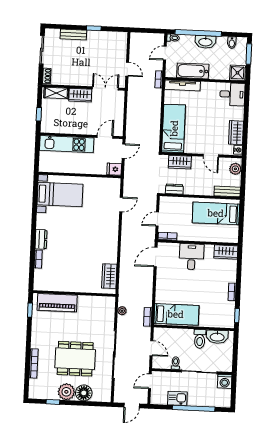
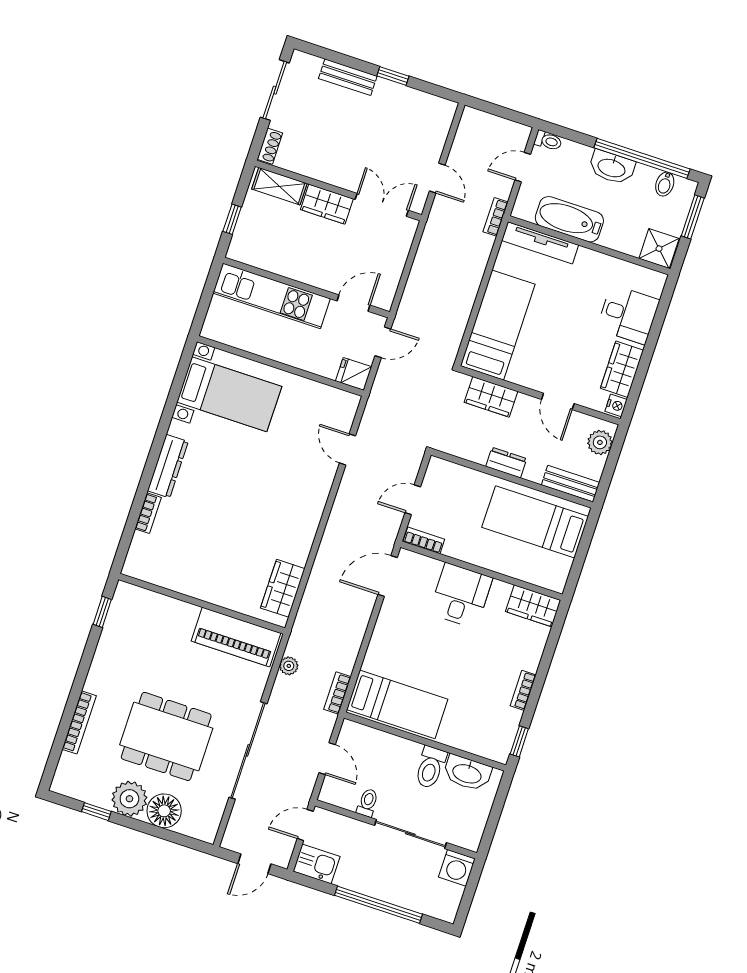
window: (198, 33) -> (642, 158), moved
desk: (232, 94) -> (628, 314), moved
dresser: (174, 189) -> (506, 463), moved
door: (121, 204) -> (347, 449), swing flipped
dresser: (41, 239) -> (168, 466), width x1.44
piano: (57, 303) -> (236, 637), moved
kitchen sink: (177, 398) -> (317, 864), moved

